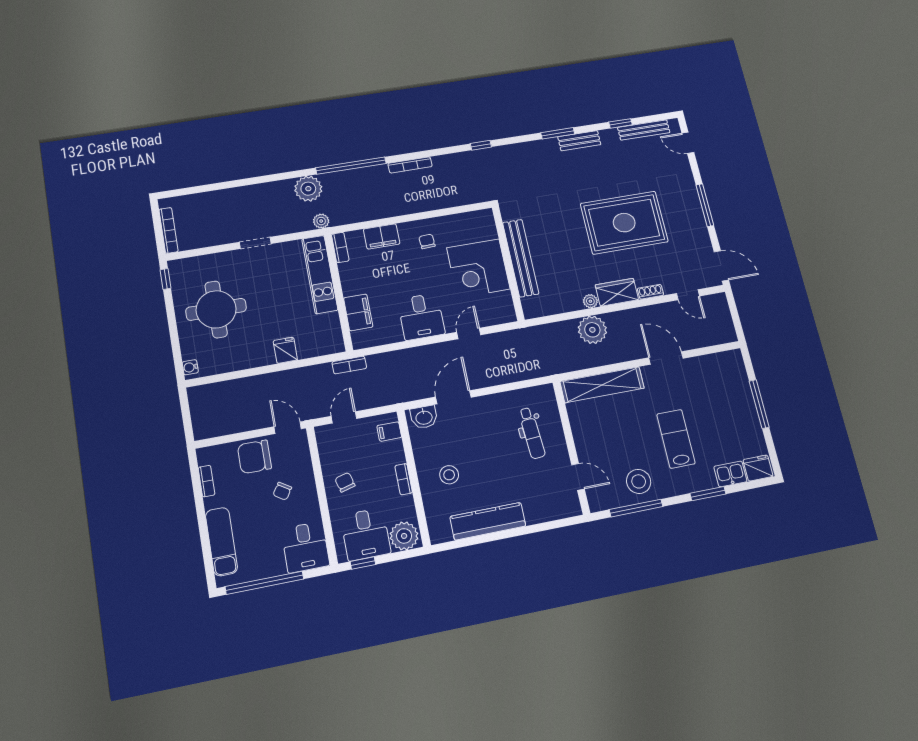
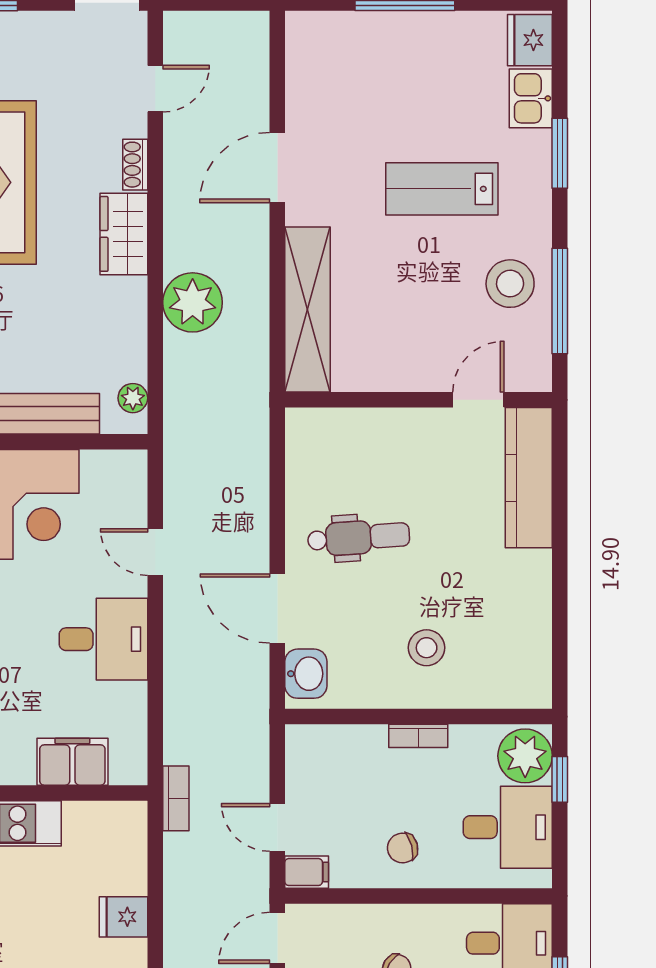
plant: (590, 301) -> (133, 398), moved
filing cabinet: (389, 432) -> (307, 872), moved, turned -90
dental chair: (532, 433) -> (359, 538), moved
kitchen counter: (488, 521) -> (529, 478), moved
window: (363, 563) -> (560, 779), moved

